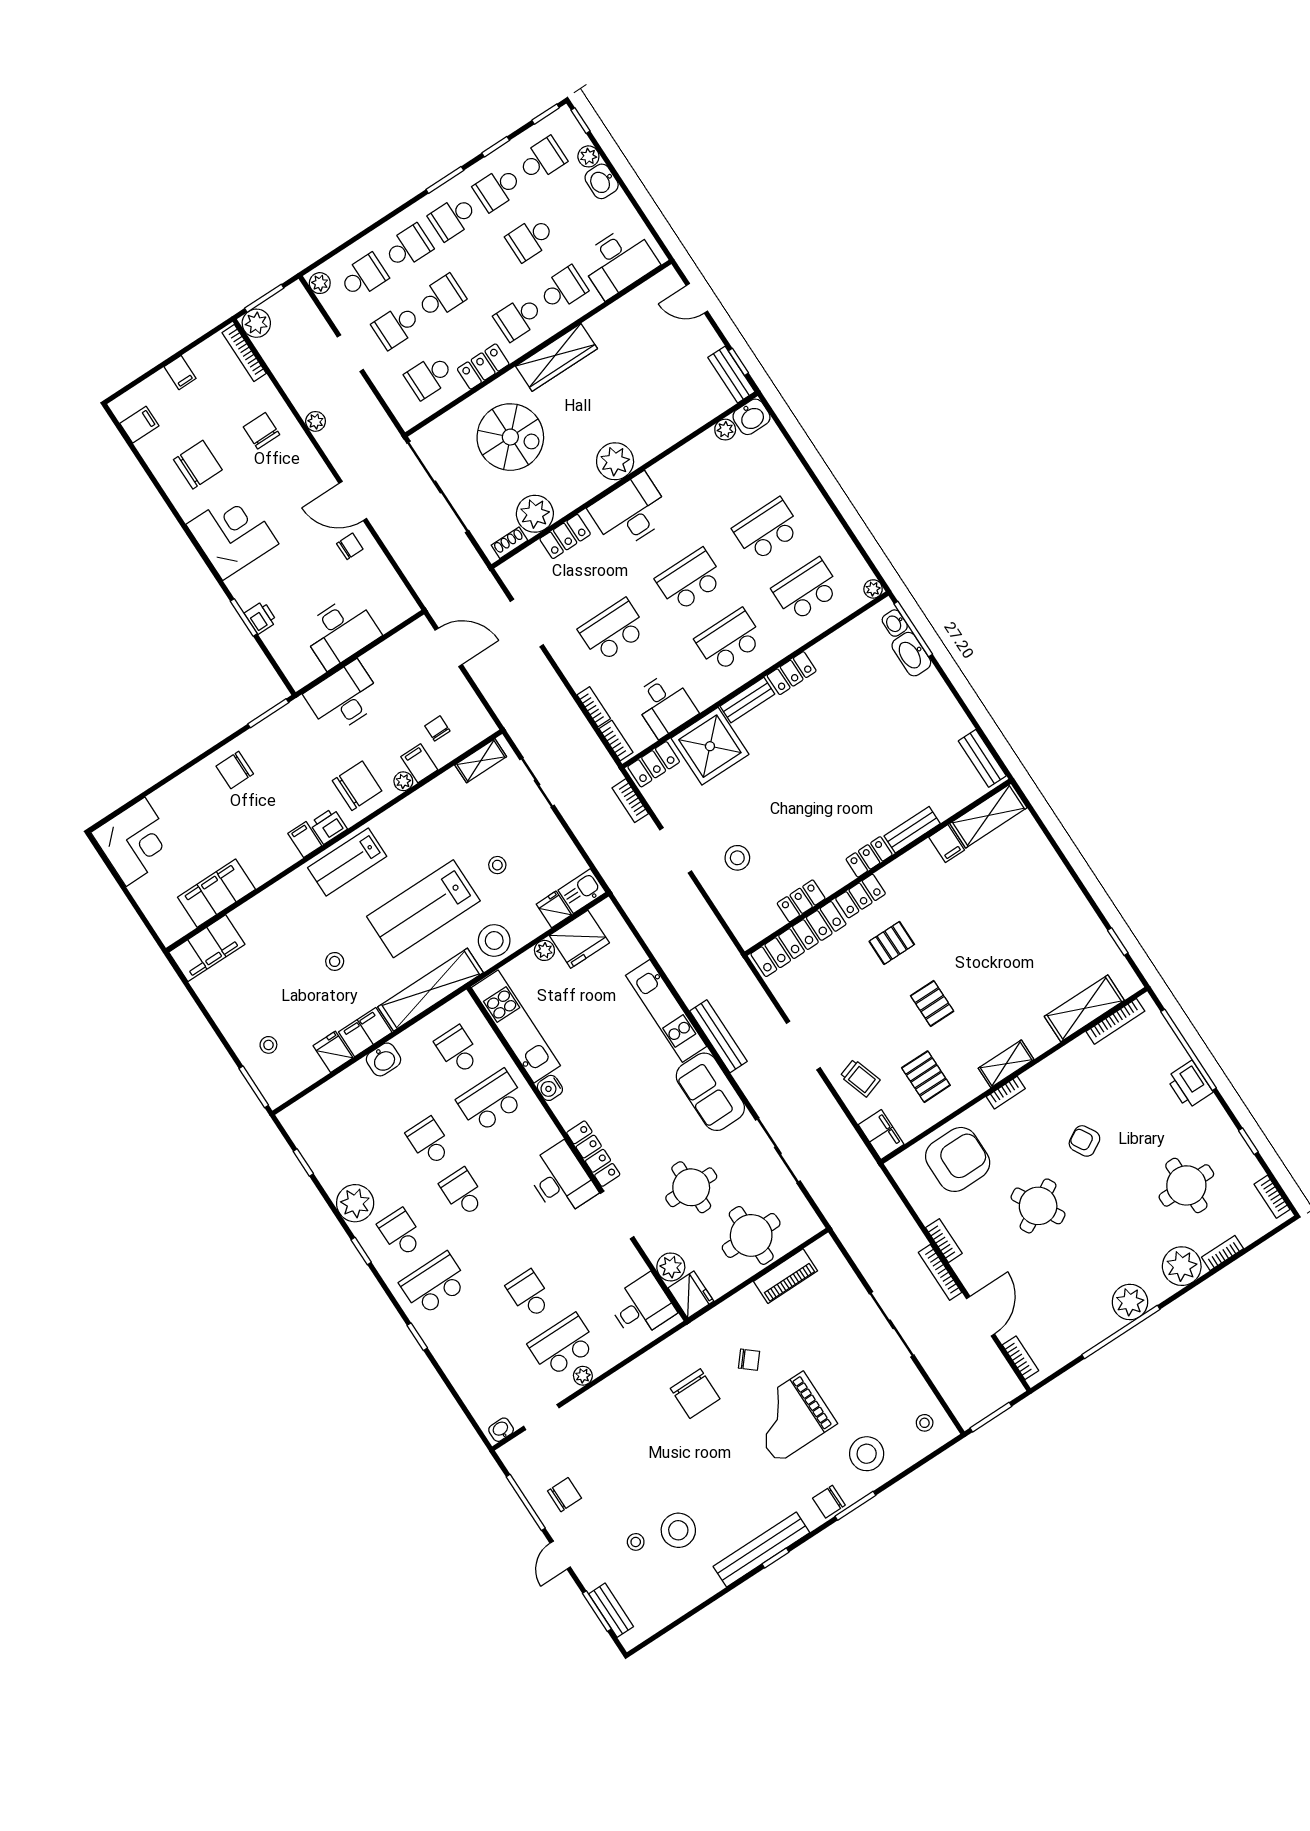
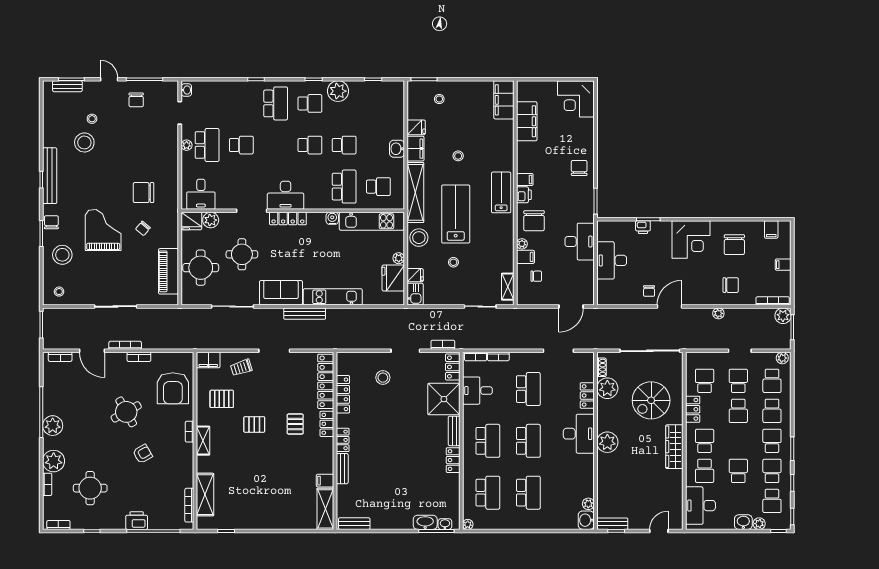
locker: (801, 901) -> (343, 394), width x1.53
piano: (786, 1276) -> (169, 271), width x1.37, depth x1.33

